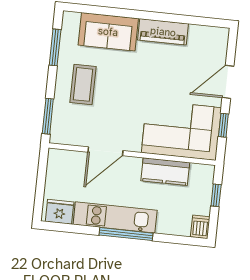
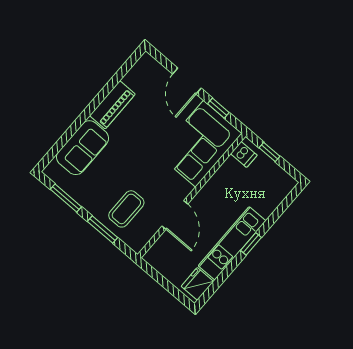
coffee table: (83, 84) -> (126, 209), moved, turned 90
window: (48, 116) -> (103, 230), moved
kitchen counter: (165, 172) -> (223, 179), removed
dishwasher: (200, 227) -> (244, 154), moved, turned 180
window: (126, 234) -> (251, 244), width x0.46

